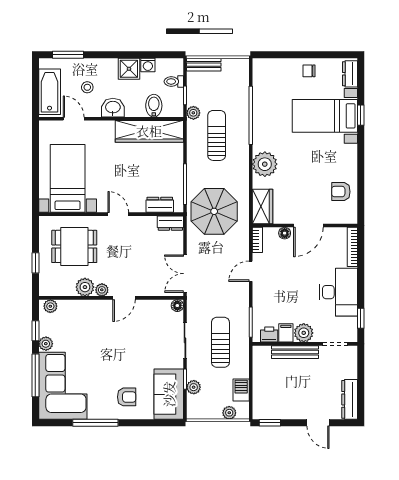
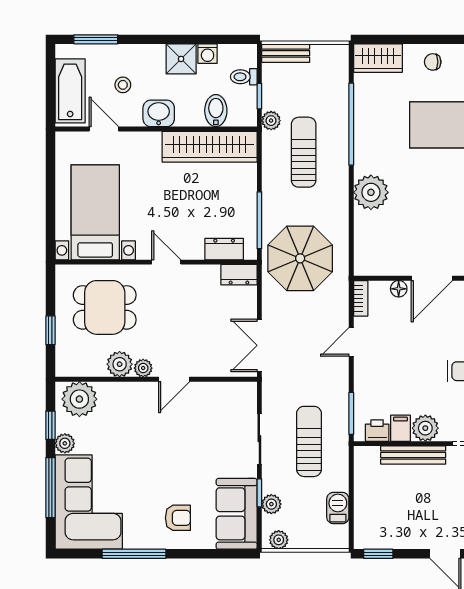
wardrobe: (262, 207) -> (378, 58), moved, turned 90
plant: (50, 306) -> (79, 399), width x1.88, depth x1.88
floor lamp: (177, 306) -> (249, 390), removed
plant: (229, 413) -> (279, 540), moved

